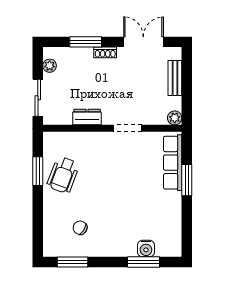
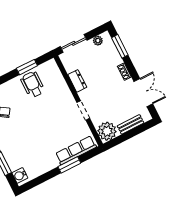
window: (86, 42) -> (120, 46), moved
plant: (175, 118) -> (107, 131), width x1.87, depth x1.87
wheelchair: (63, 175) -> (33, 84), turned 69
water cooler: (146, 249) -> (20, 175), moved

